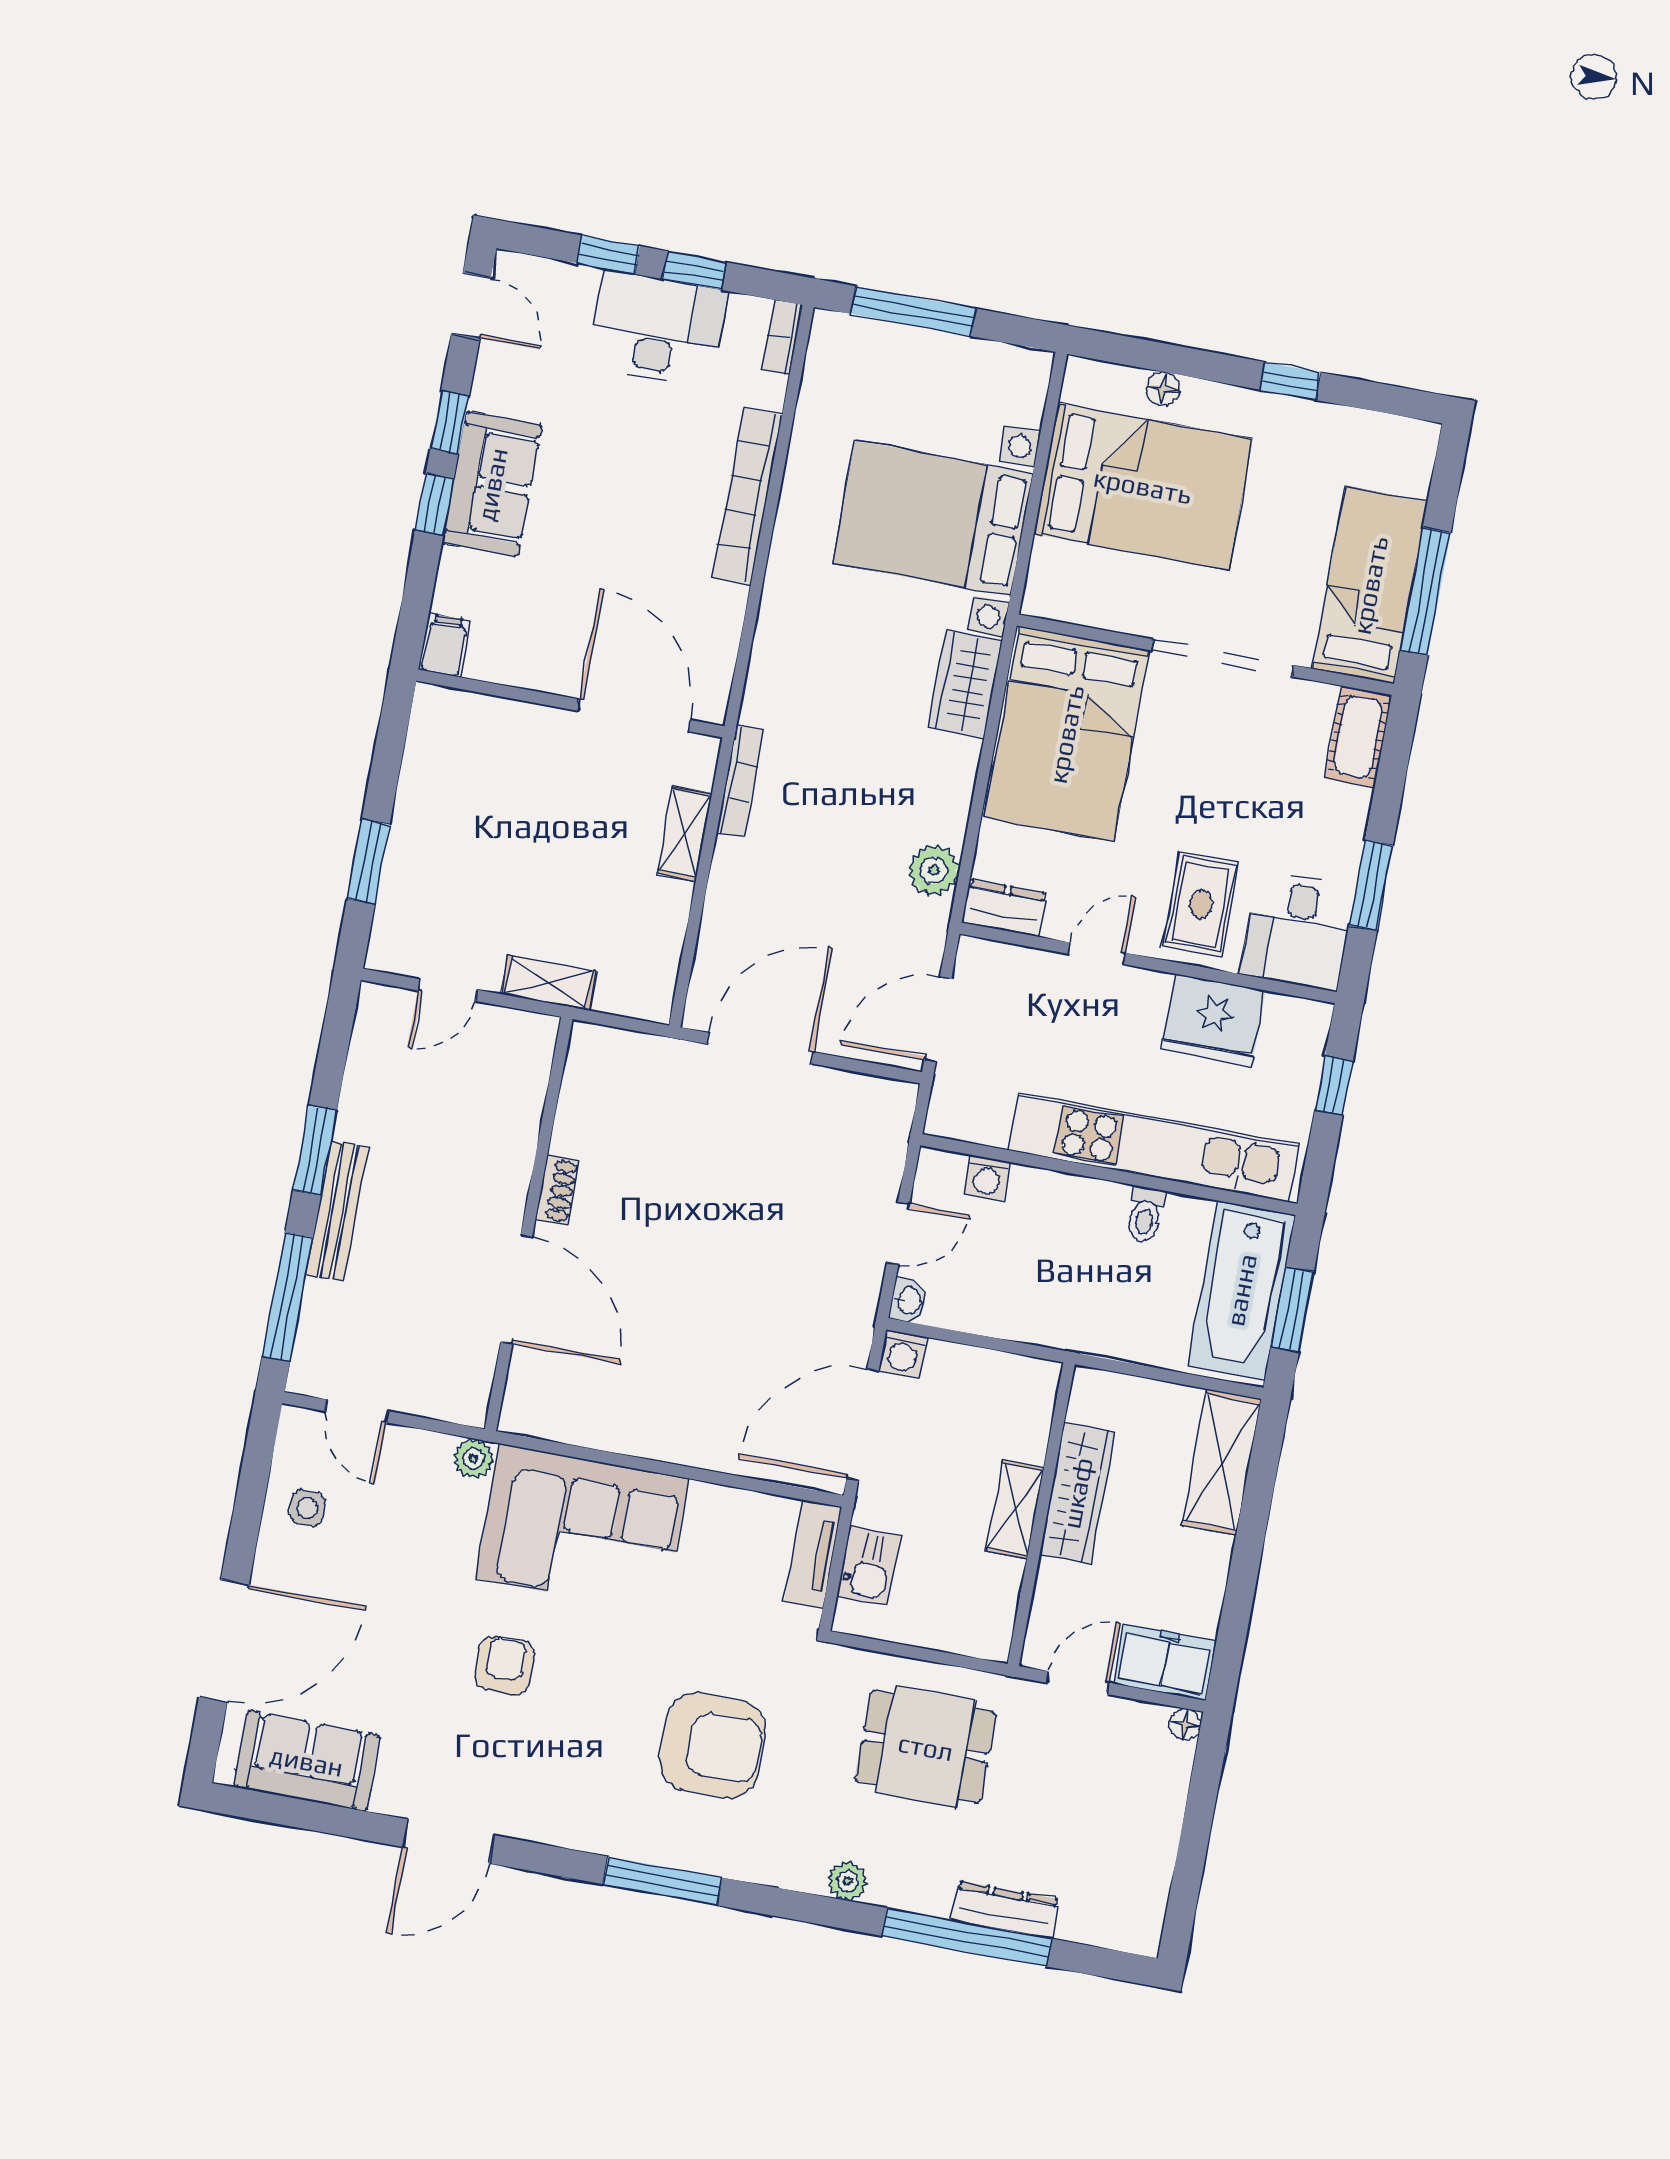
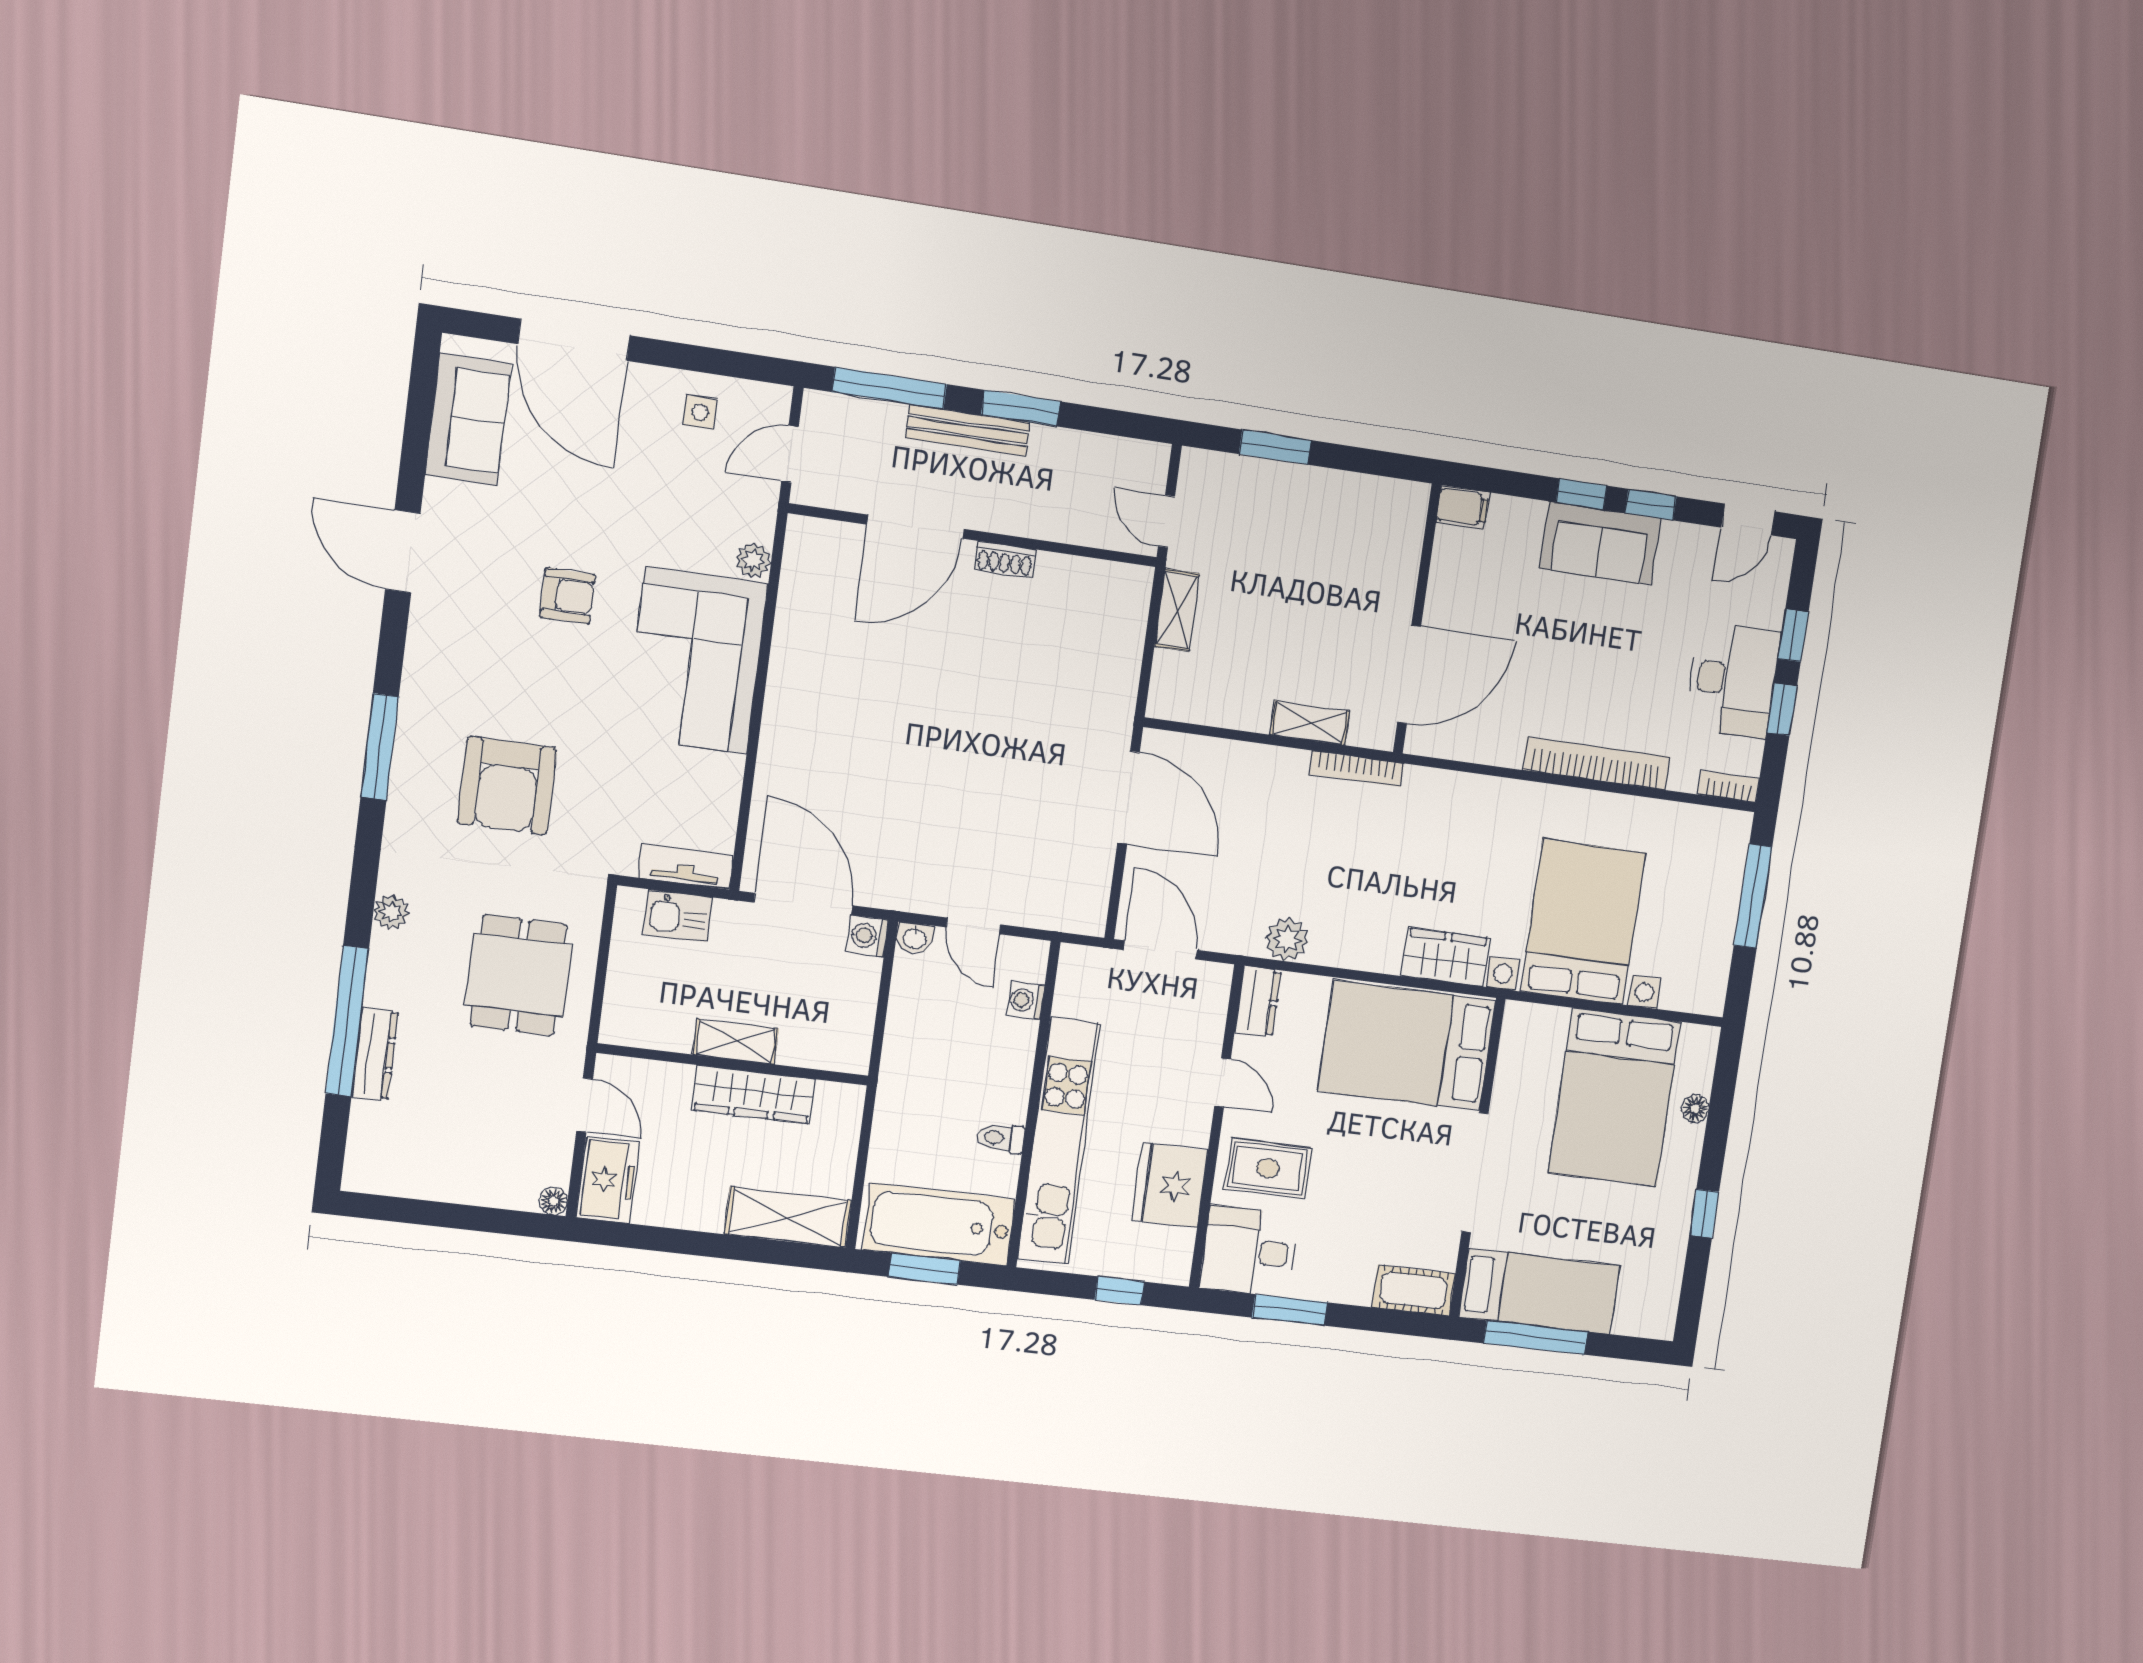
shoe rack: (557, 1190) -> (1005, 560), moved
wall: (529, 1224) -> (974, 535), moved
door: (517, 1289) -> (915, 527), moved

